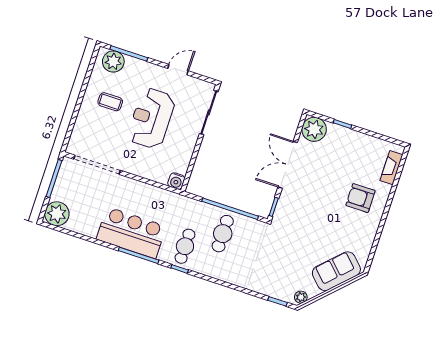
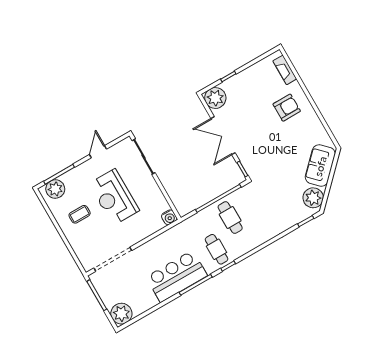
armchair: (360, 198) -> (287, 108), turned 180
plant: (301, 297) -> (313, 198), width x1.88, depth x1.88

